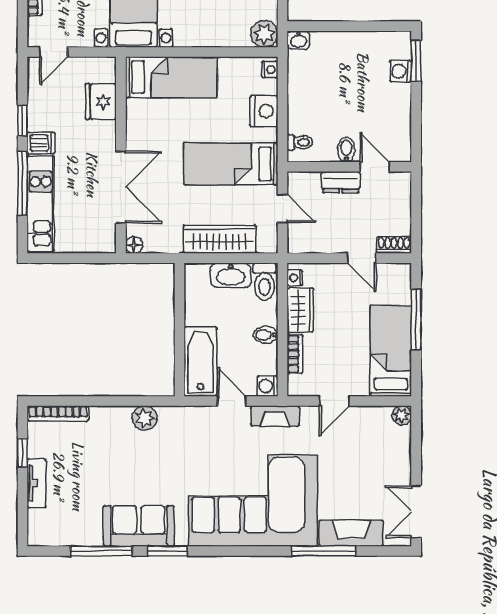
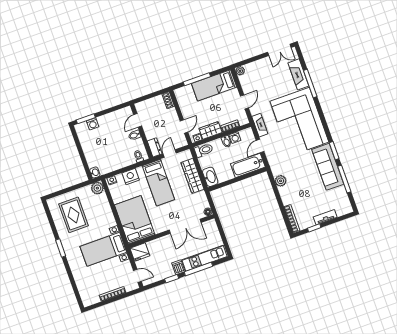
bed: (171, 77) -> (135, 220), width x1.50
fridge: (101, 102) -> (140, 252), moved
dresser: (341, 182) -> (155, 147), moved
double door: (121, 187) -> (185, 226), swing flipped
door: (362, 258) -> (184, 127), moved
washbasin: (231, 275) -> (210, 177), moved
washing machine: (268, 386) -> (235, 138), moved
door: (334, 401) -> (244, 102), hinge flipped
sofa: (139, 526) -> (328, 167), width x1.36

